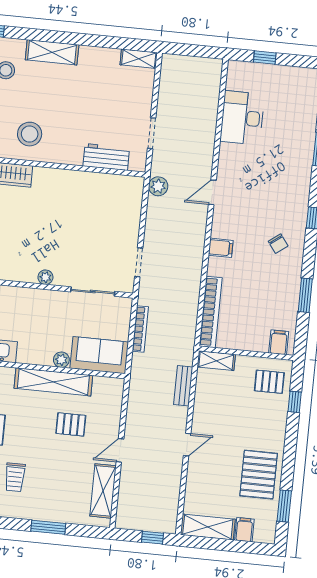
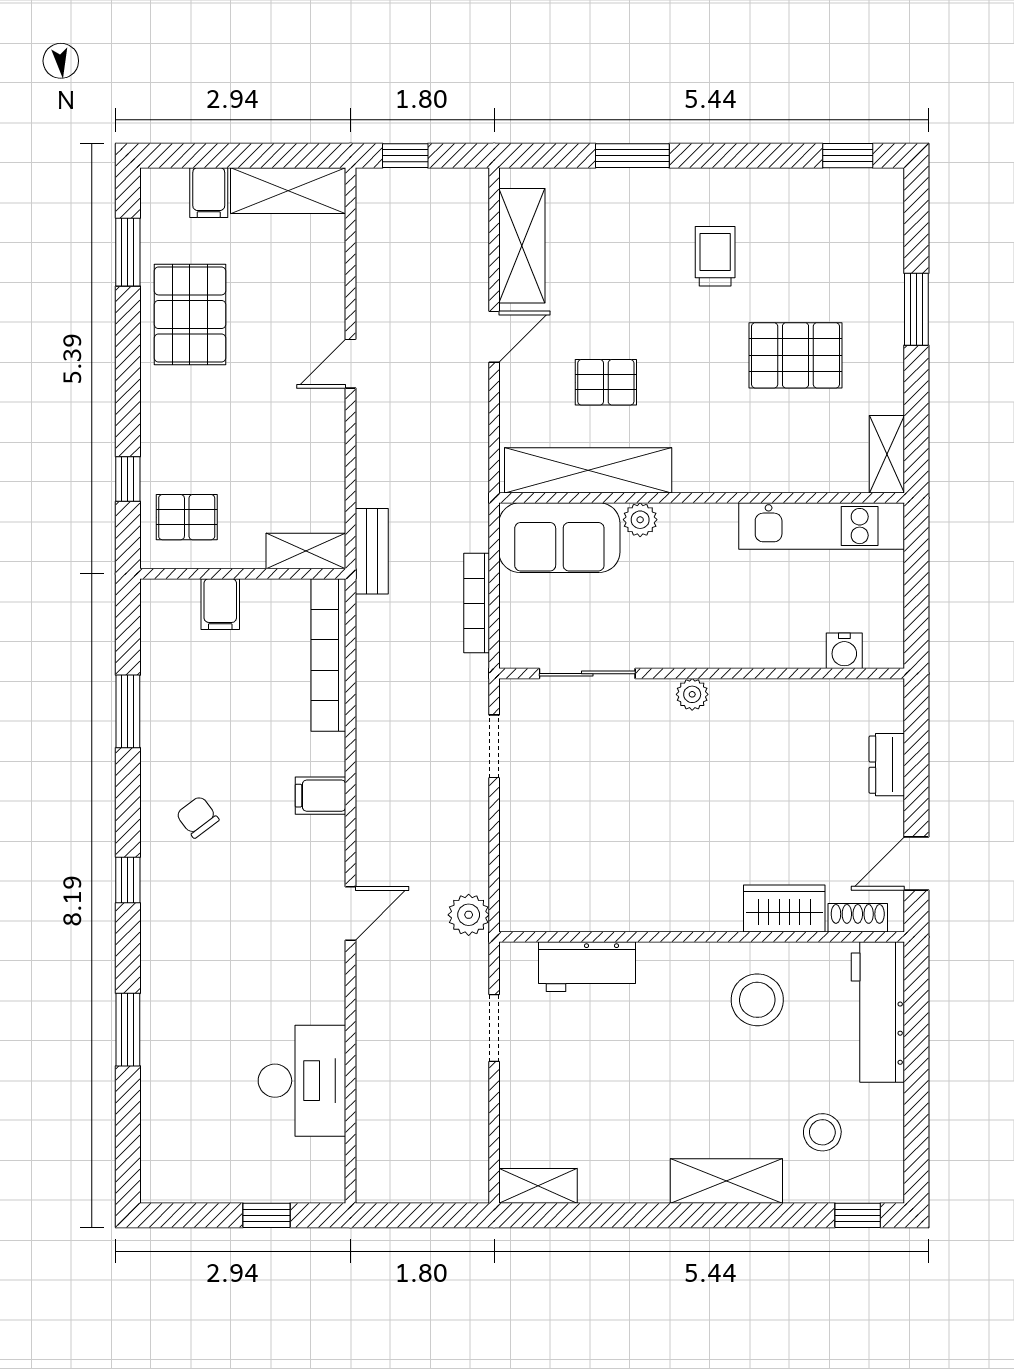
filing cabinet: (279, 342) -> (220, 604), moved
shelving: (53, 382) -> (588, 470), moved
bench: (183, 386) -> (372, 551), moved

